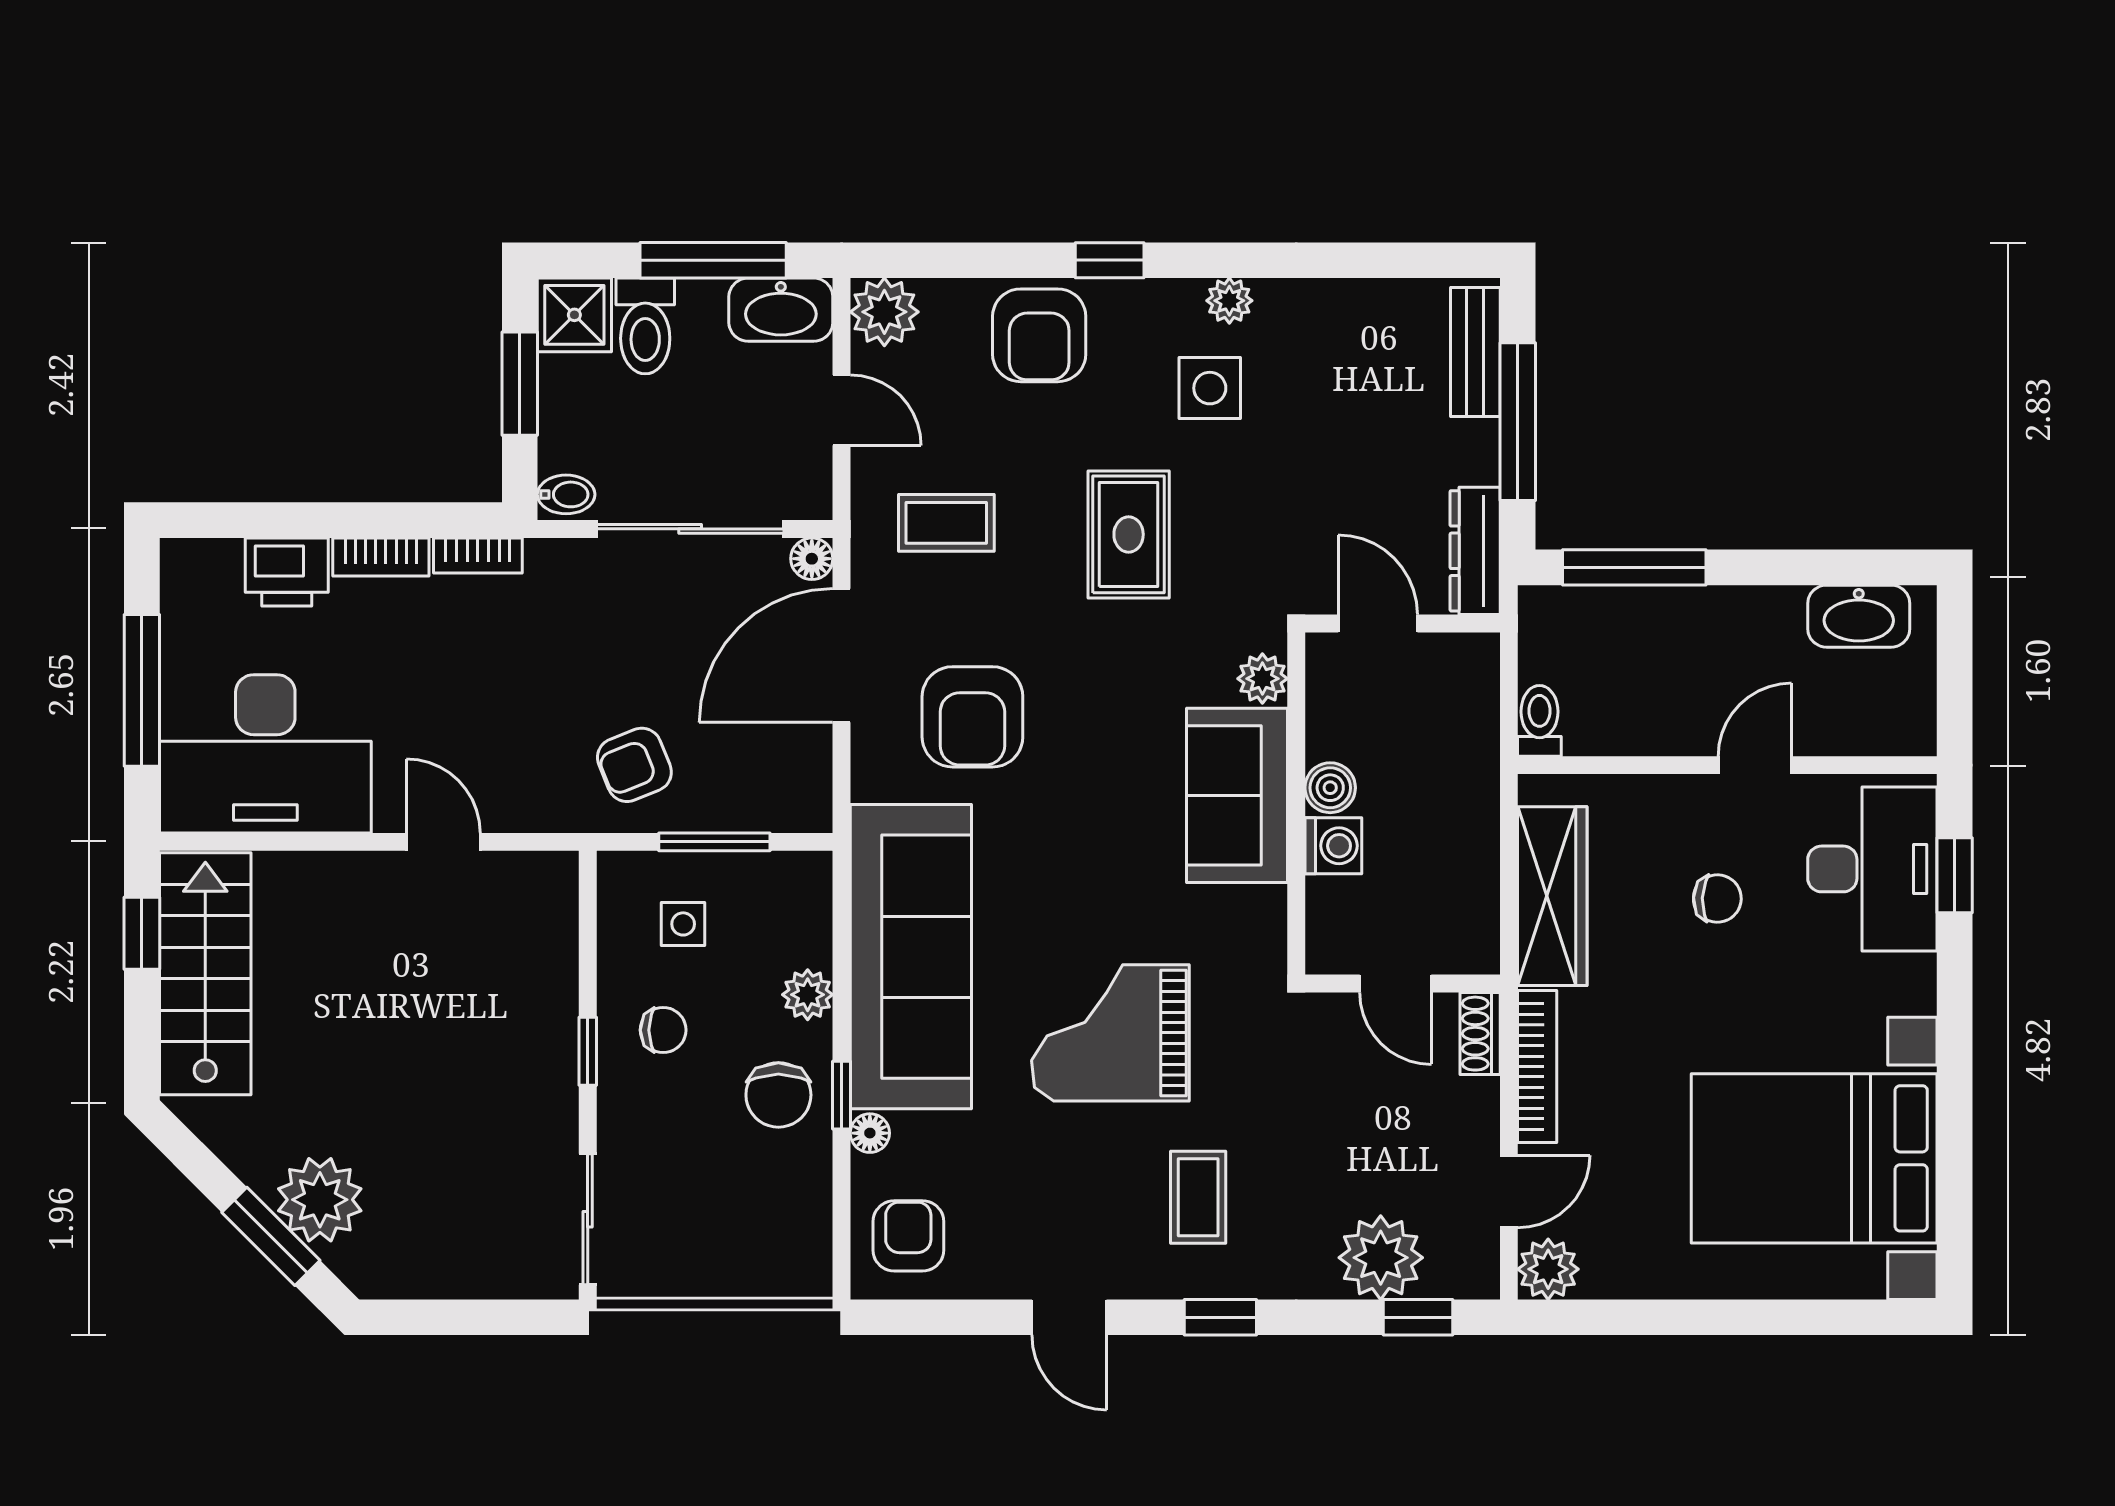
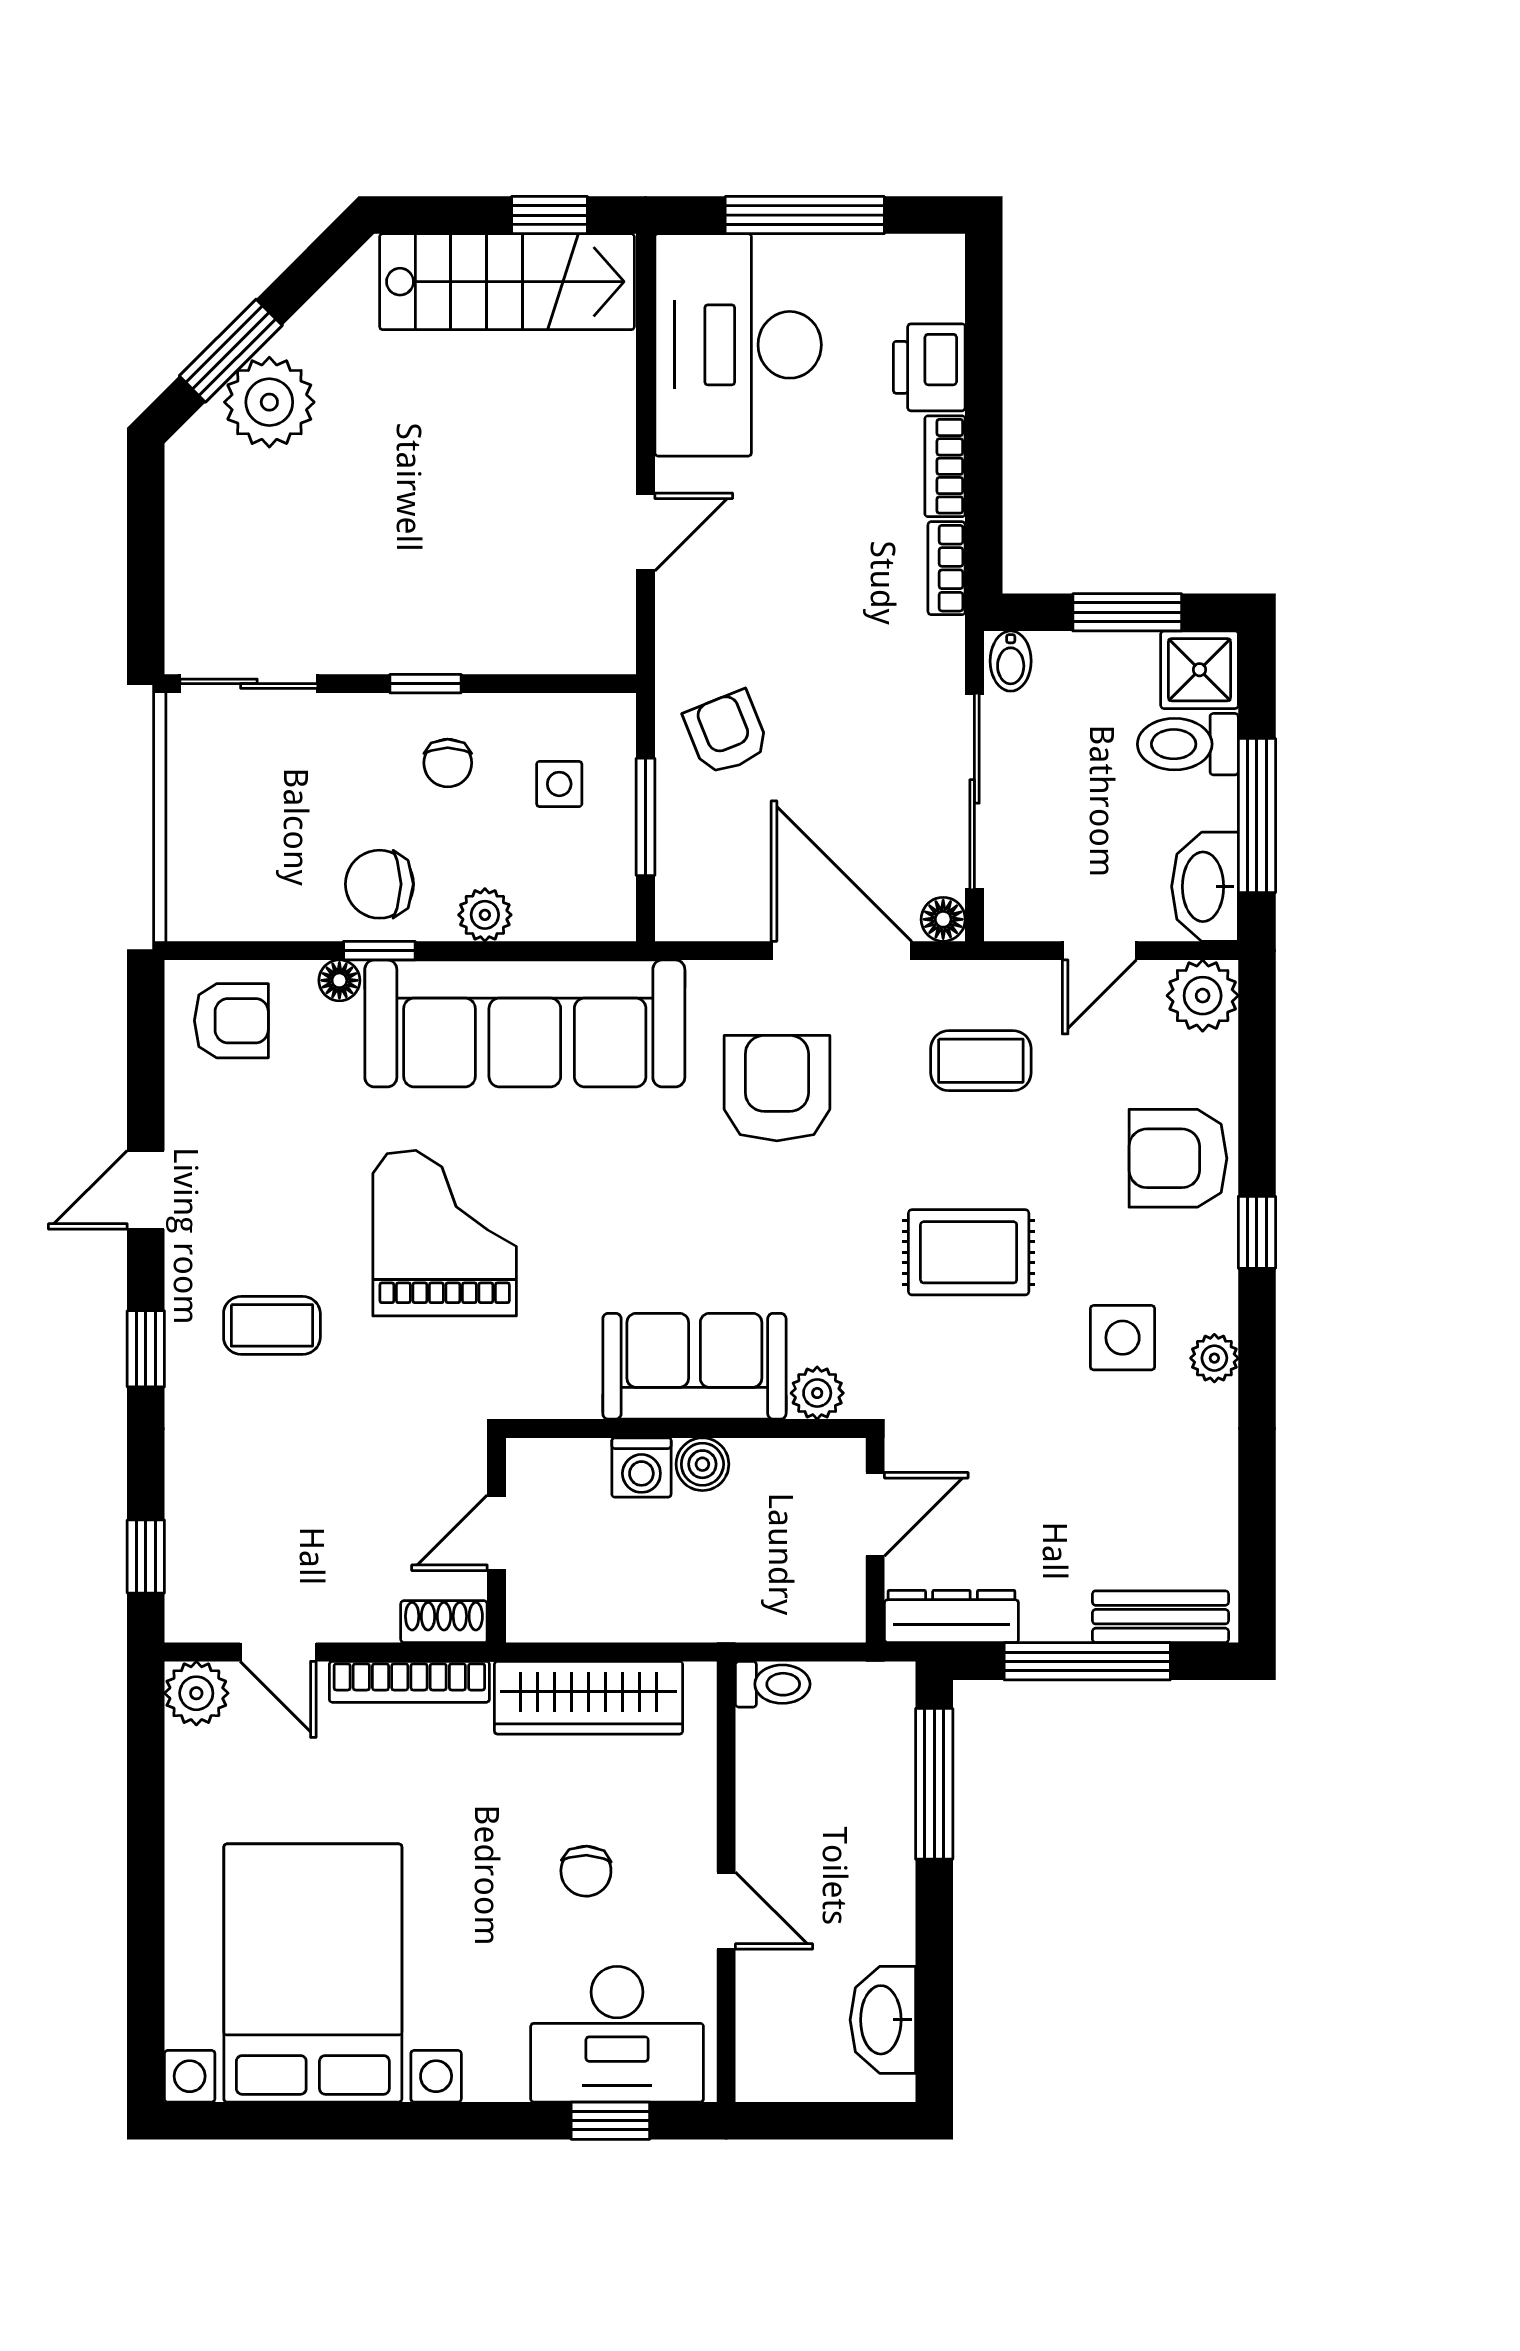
coffee table: (946, 523) -> (981, 1061), turned 90
armchair: (972, 717) -> (777, 1088), turned 90
plant: (1381, 1258) -> (208, 1517), removed

